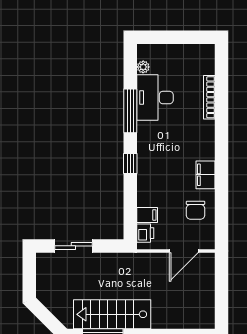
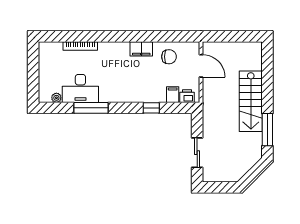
window: (130, 163) -> (151, 108), moved
stairs: (112, 314) -> (251, 101), moved

